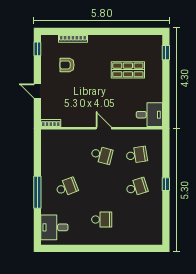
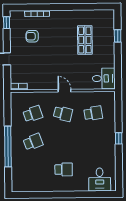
window: (166, 53) -> (118, 36), moved
shop shelf: (128, 70) -> (85, 40), turned 90
school desk: (137, 187) -> (33, 114), moved
window: (37, 192) -> (8, 146), width x1.46
desk: (54, 227) -> (100, 179), moved, turned -90

